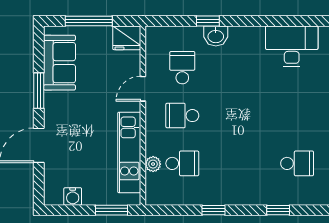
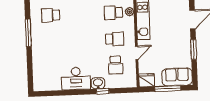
desk: (292, 46) -> (76, 78), moved
sofa: (59, 63) -> (177, 77), moved, turned 90

